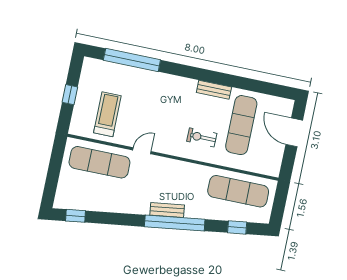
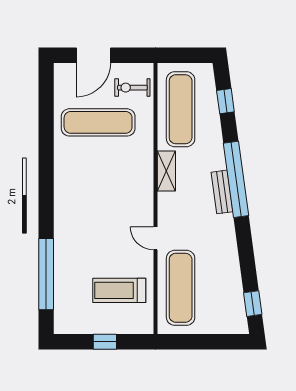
bench: (214, 90) -> (62, 165), removed
exercise bike: (202, 137) -> (132, 88), moved, turned 90
shelving: (193, 170) -> (166, 171), added

